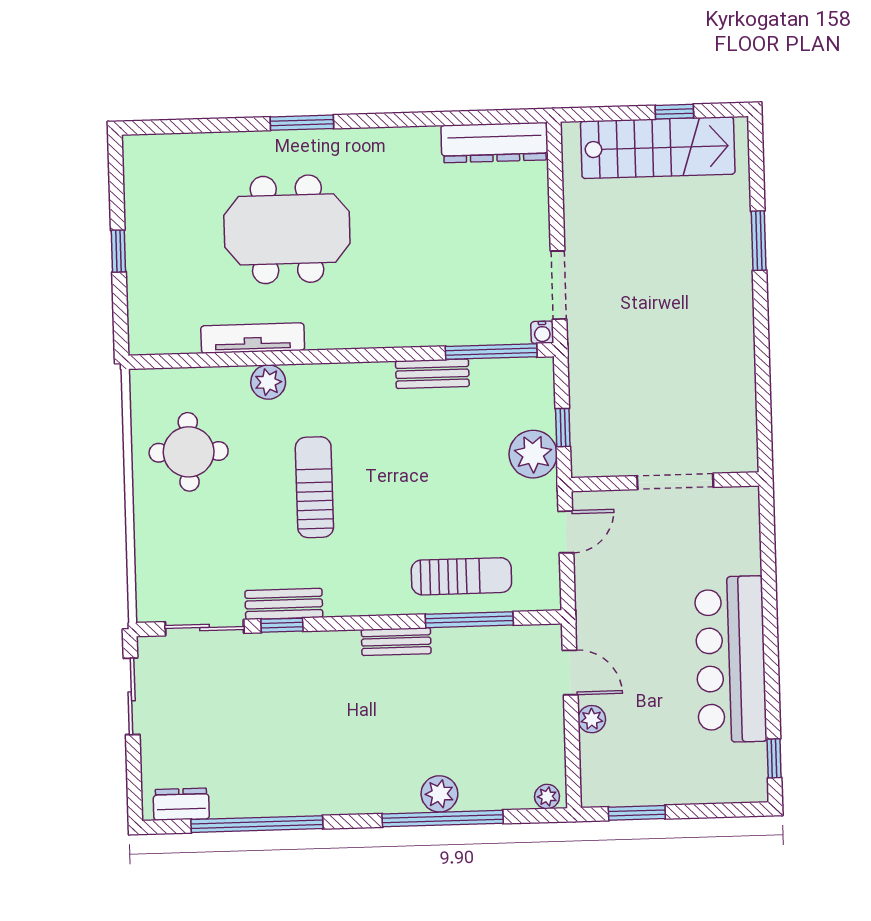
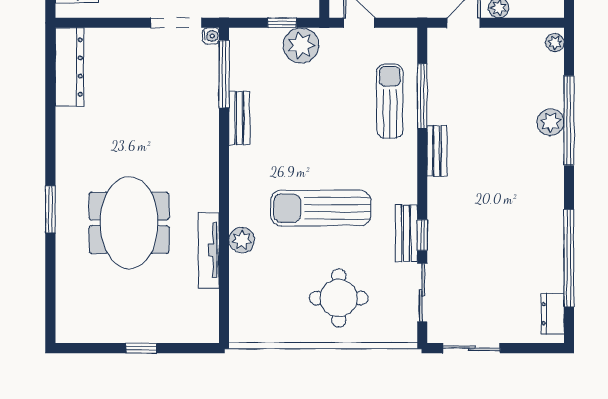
round table: (189, 452) -> (339, 298), moved
sun lounger: (314, 487) -> (321, 208), width x1.36, depth x1.34

